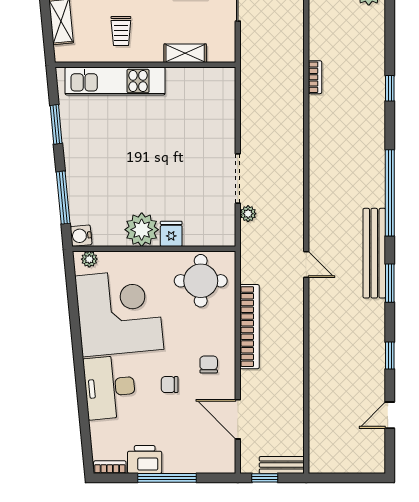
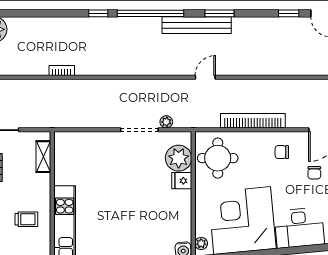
shelving: (185, 53) -> (43, 157), moved
window: (390, 88) -> (98, 13), moved
plant: (142, 230) -> (179, 158), moved
window: (390, 356) -> (289, 13), moved
chair: (170, 385) -> (314, 173), moved

